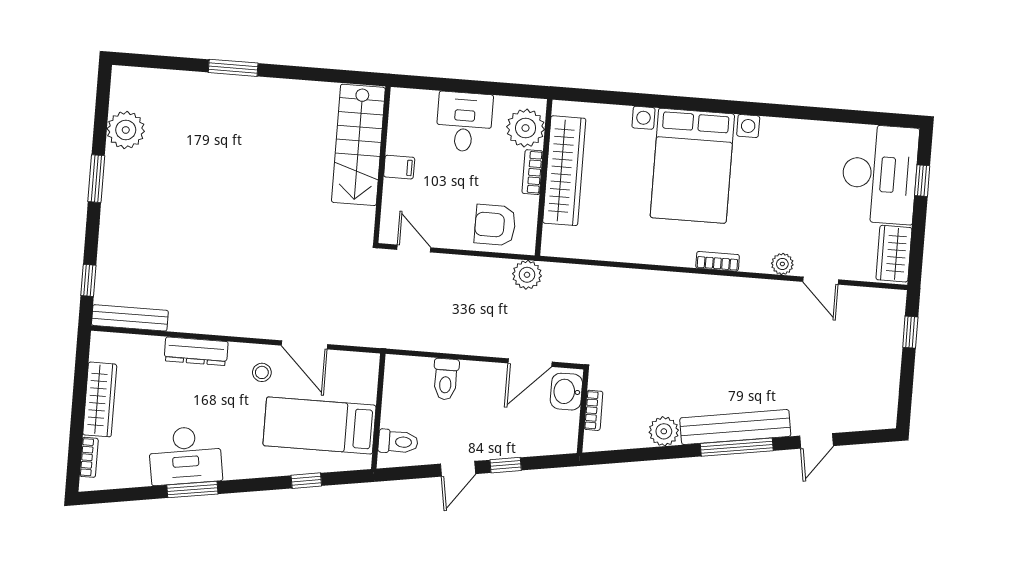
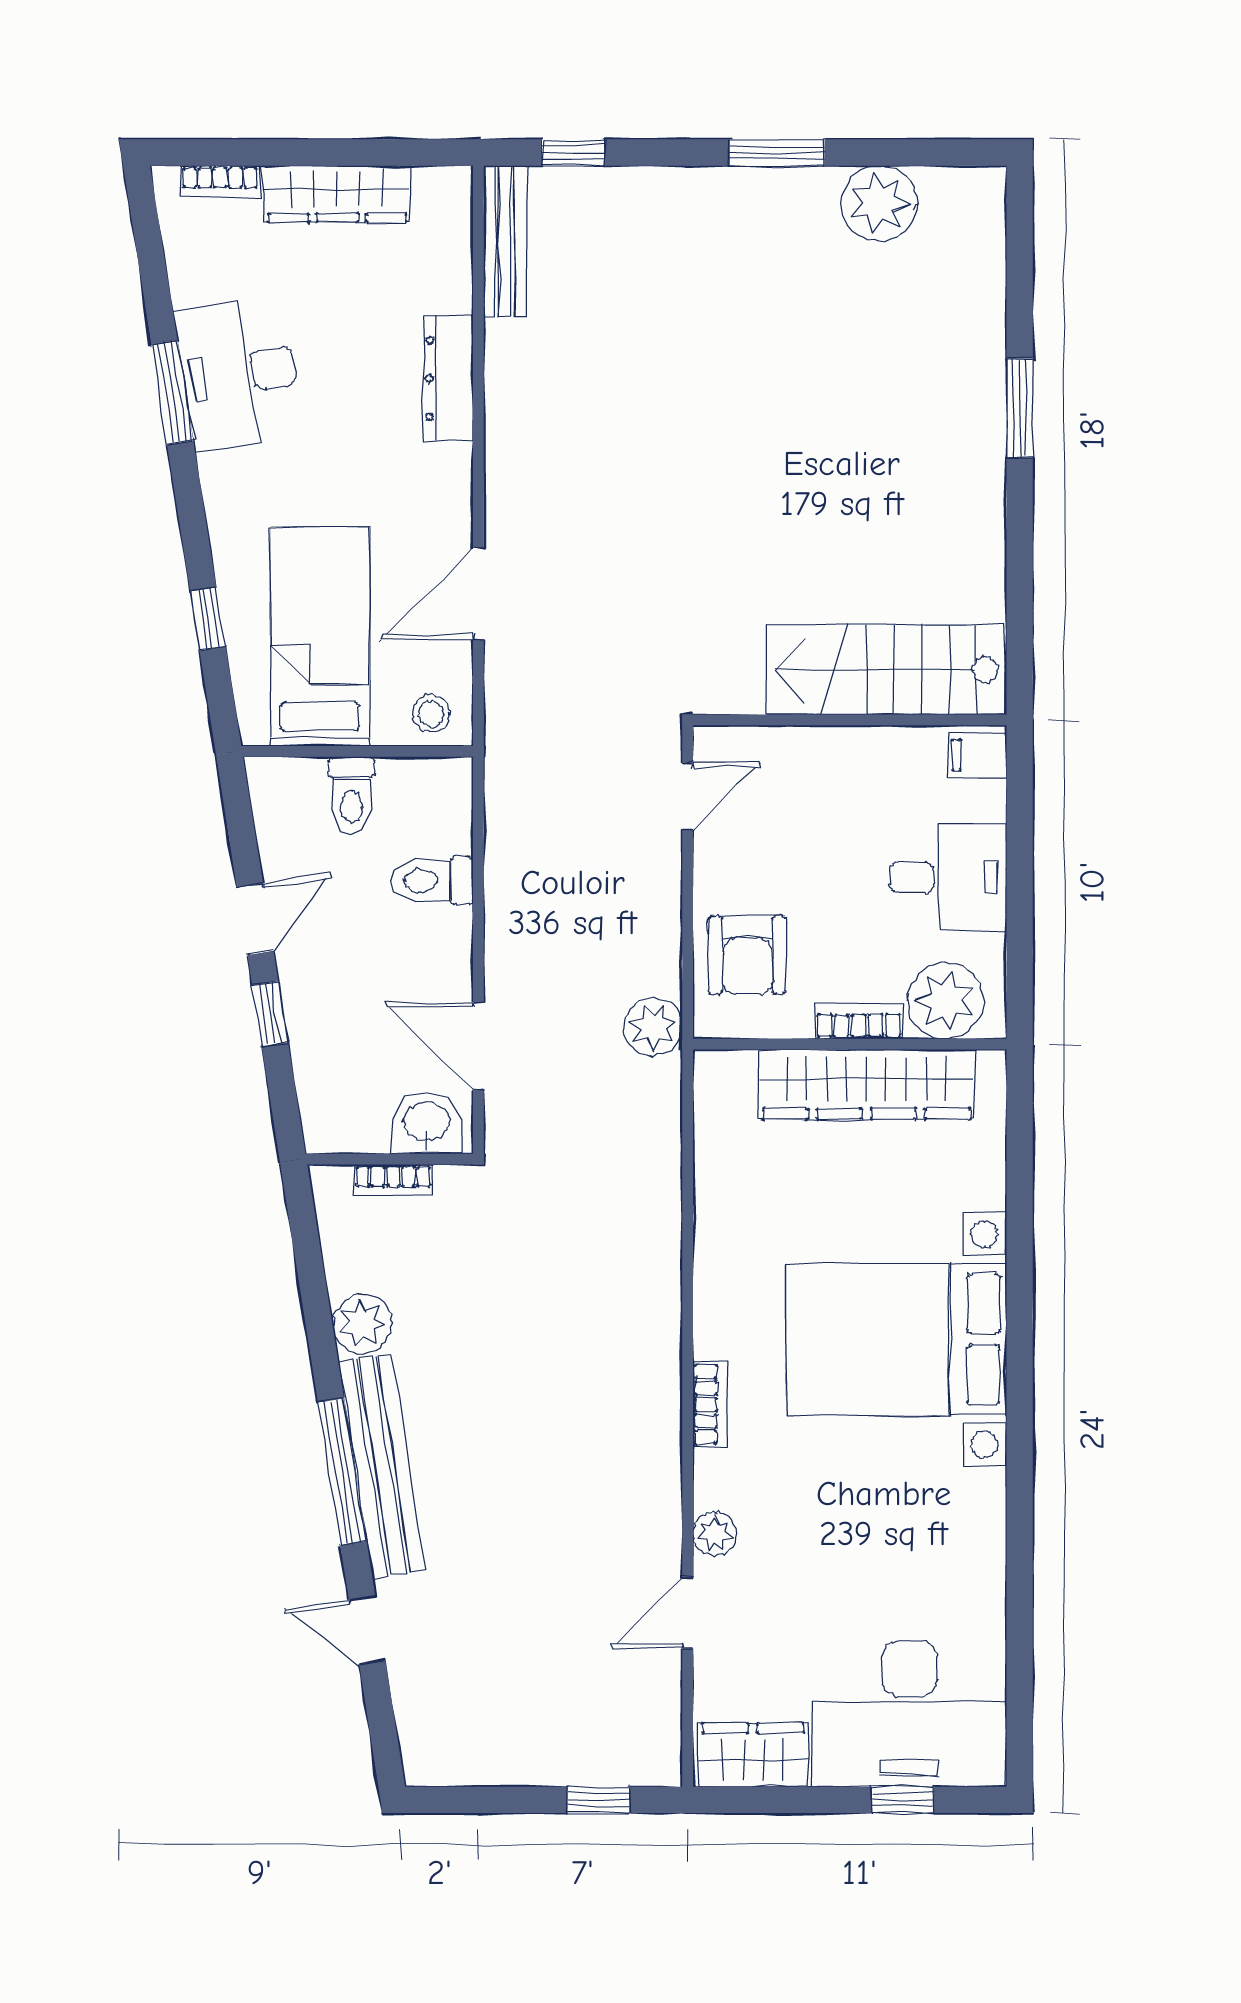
filing cabinet: (399, 167) -> (977, 755), moved, turned 90
armchair: (495, 225) -> (747, 955), turned 180
stool: (262, 372) -> (431, 714), moved
toilet: (398, 442) -> (352, 796), moved
door: (458, 469) -> (255, 919), swing flipped

